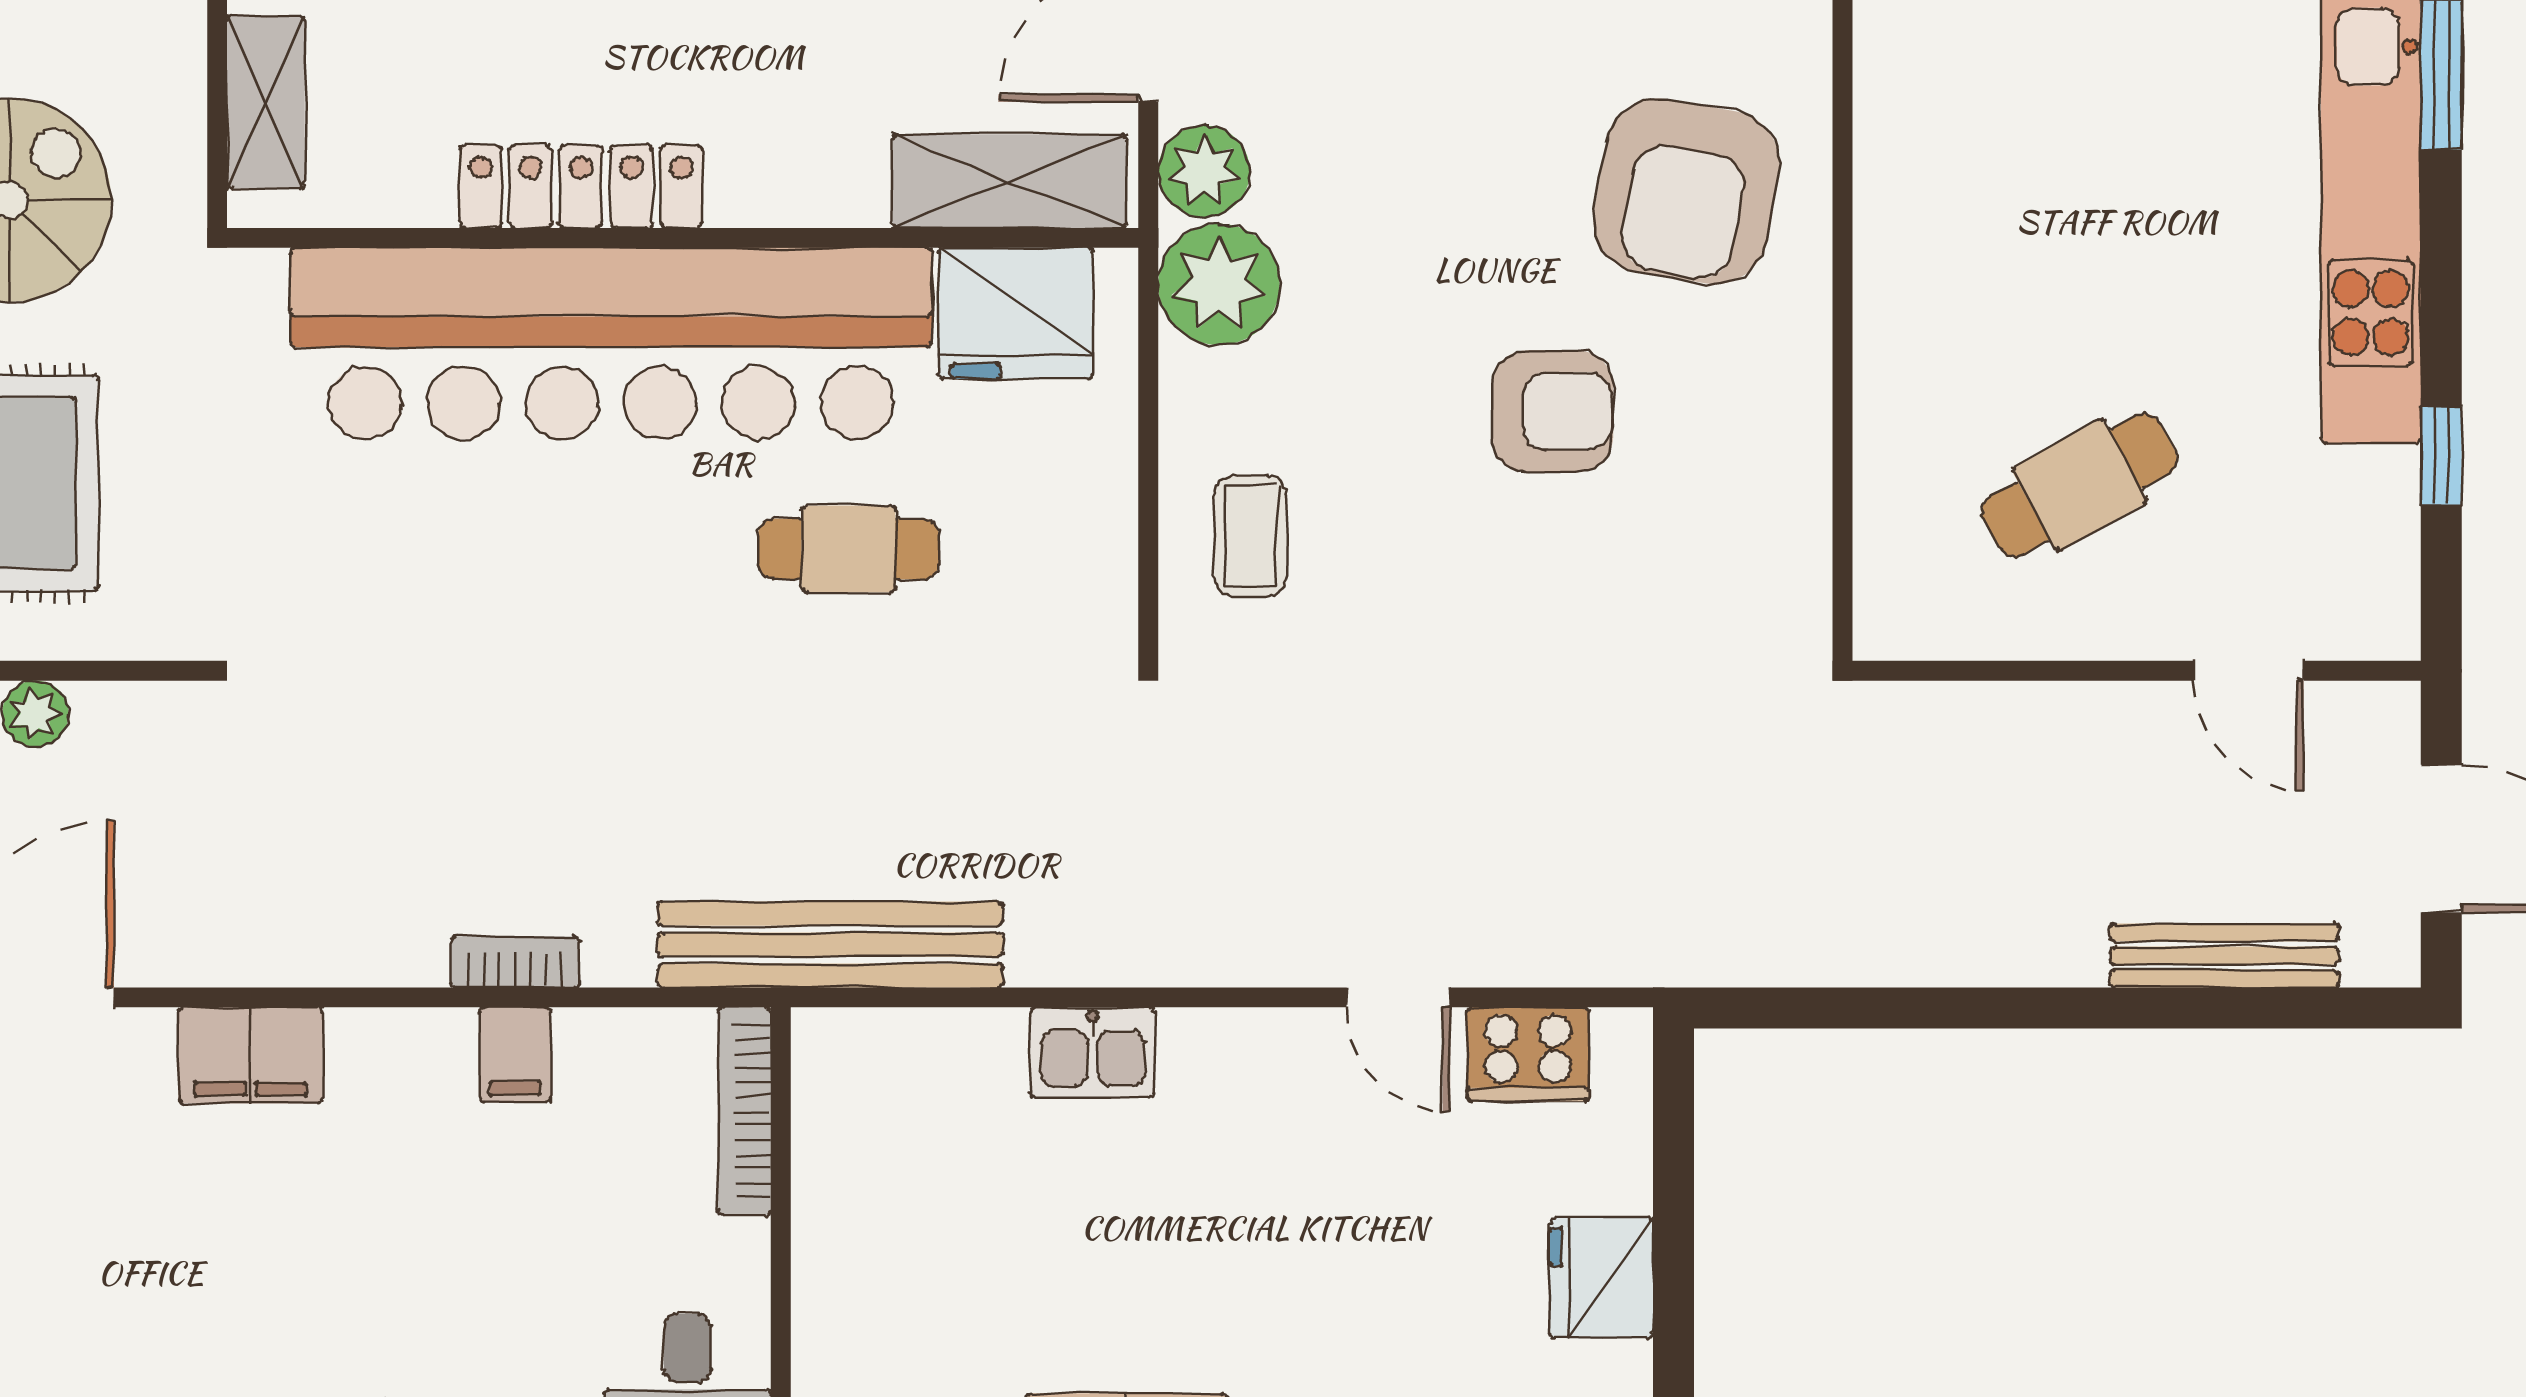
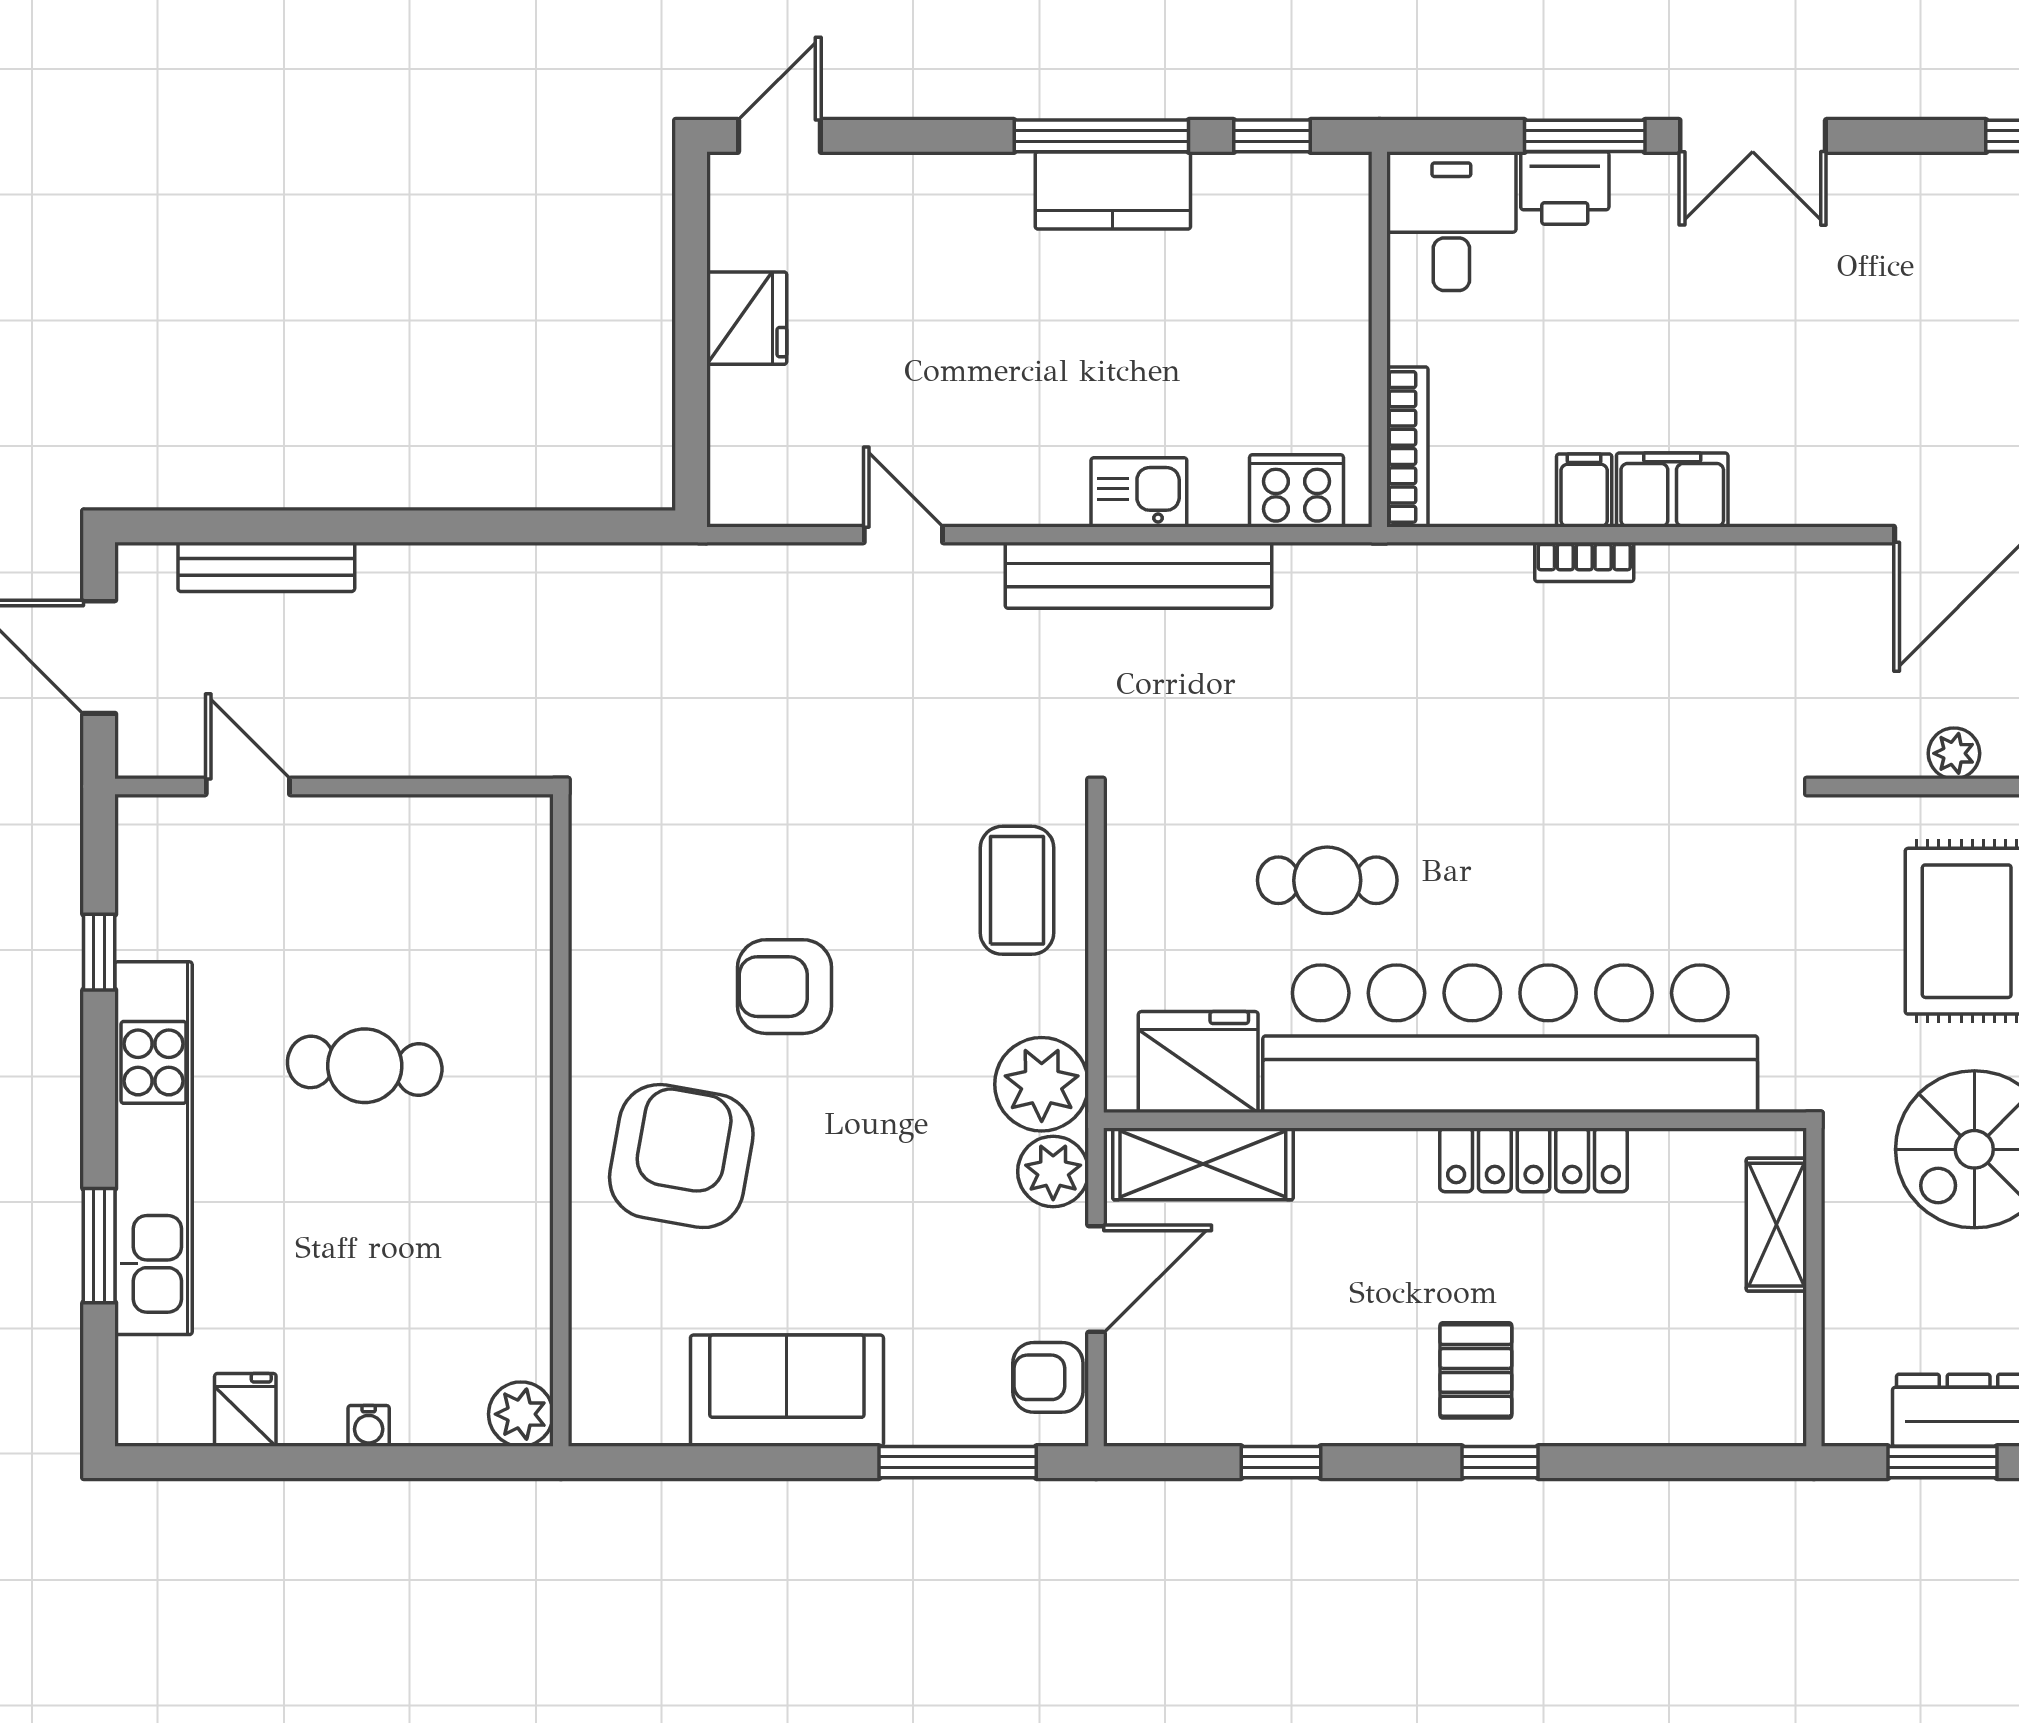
cafe table: (2079, 485) -> (365, 1066), moved, turned 33
coffee table: (1251, 536) -> (1017, 890), width x1.36, depth x1.30
bench: (830, 945) -> (1139, 575), moved
cooker: (1528, 1054) -> (1296, 491), moved
filing cabinet: (250, 1055) -> (1672, 490), moved

